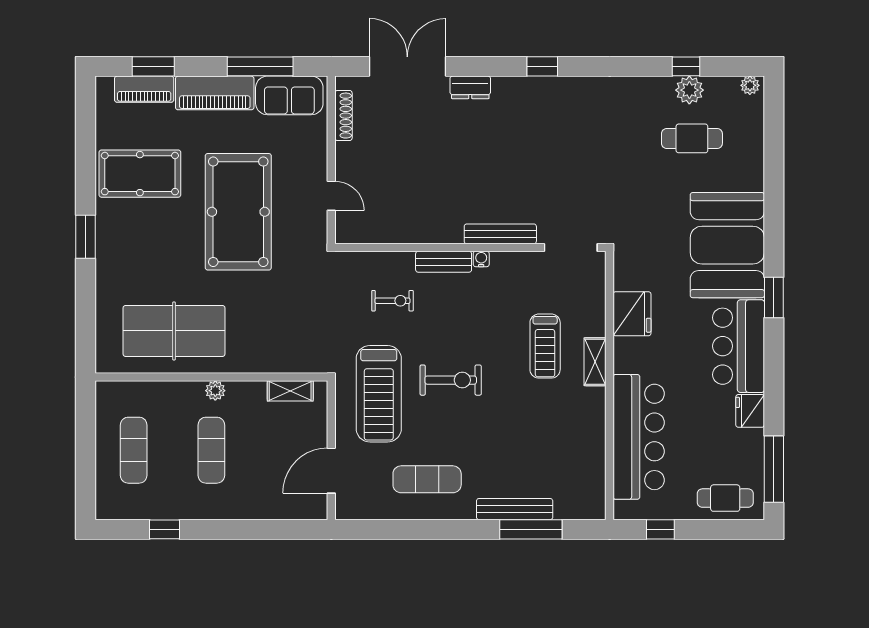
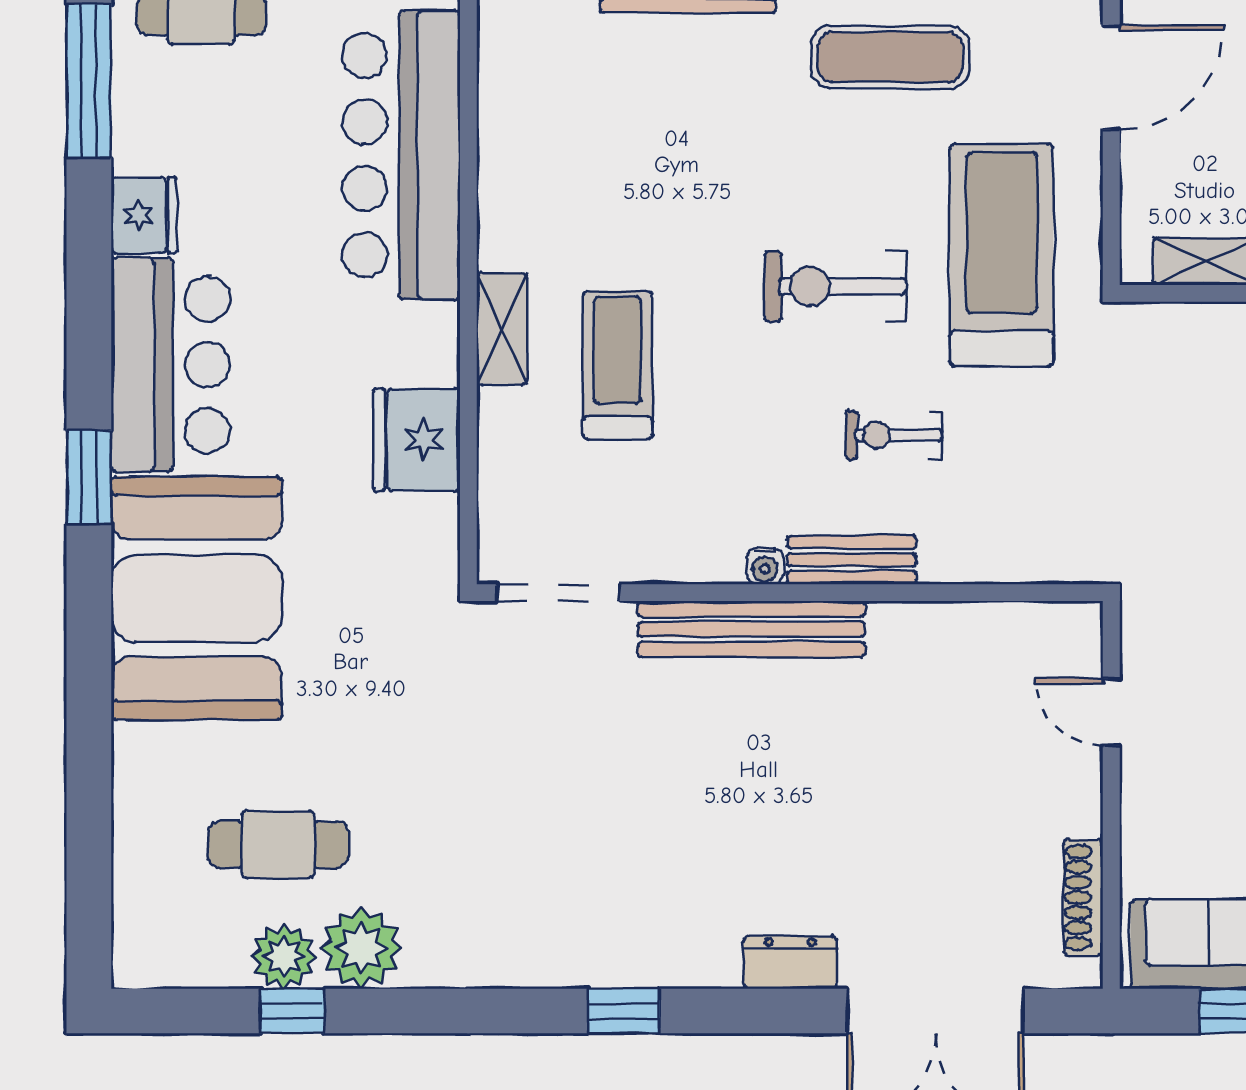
plant: (750, 85) -> (361, 948), moved, width x1.87, depth x1.87
bench: (500, 234) -> (751, 629), width x1.37, depth x1.21
exercise bike: (393, 301) -> (894, 435), moved

